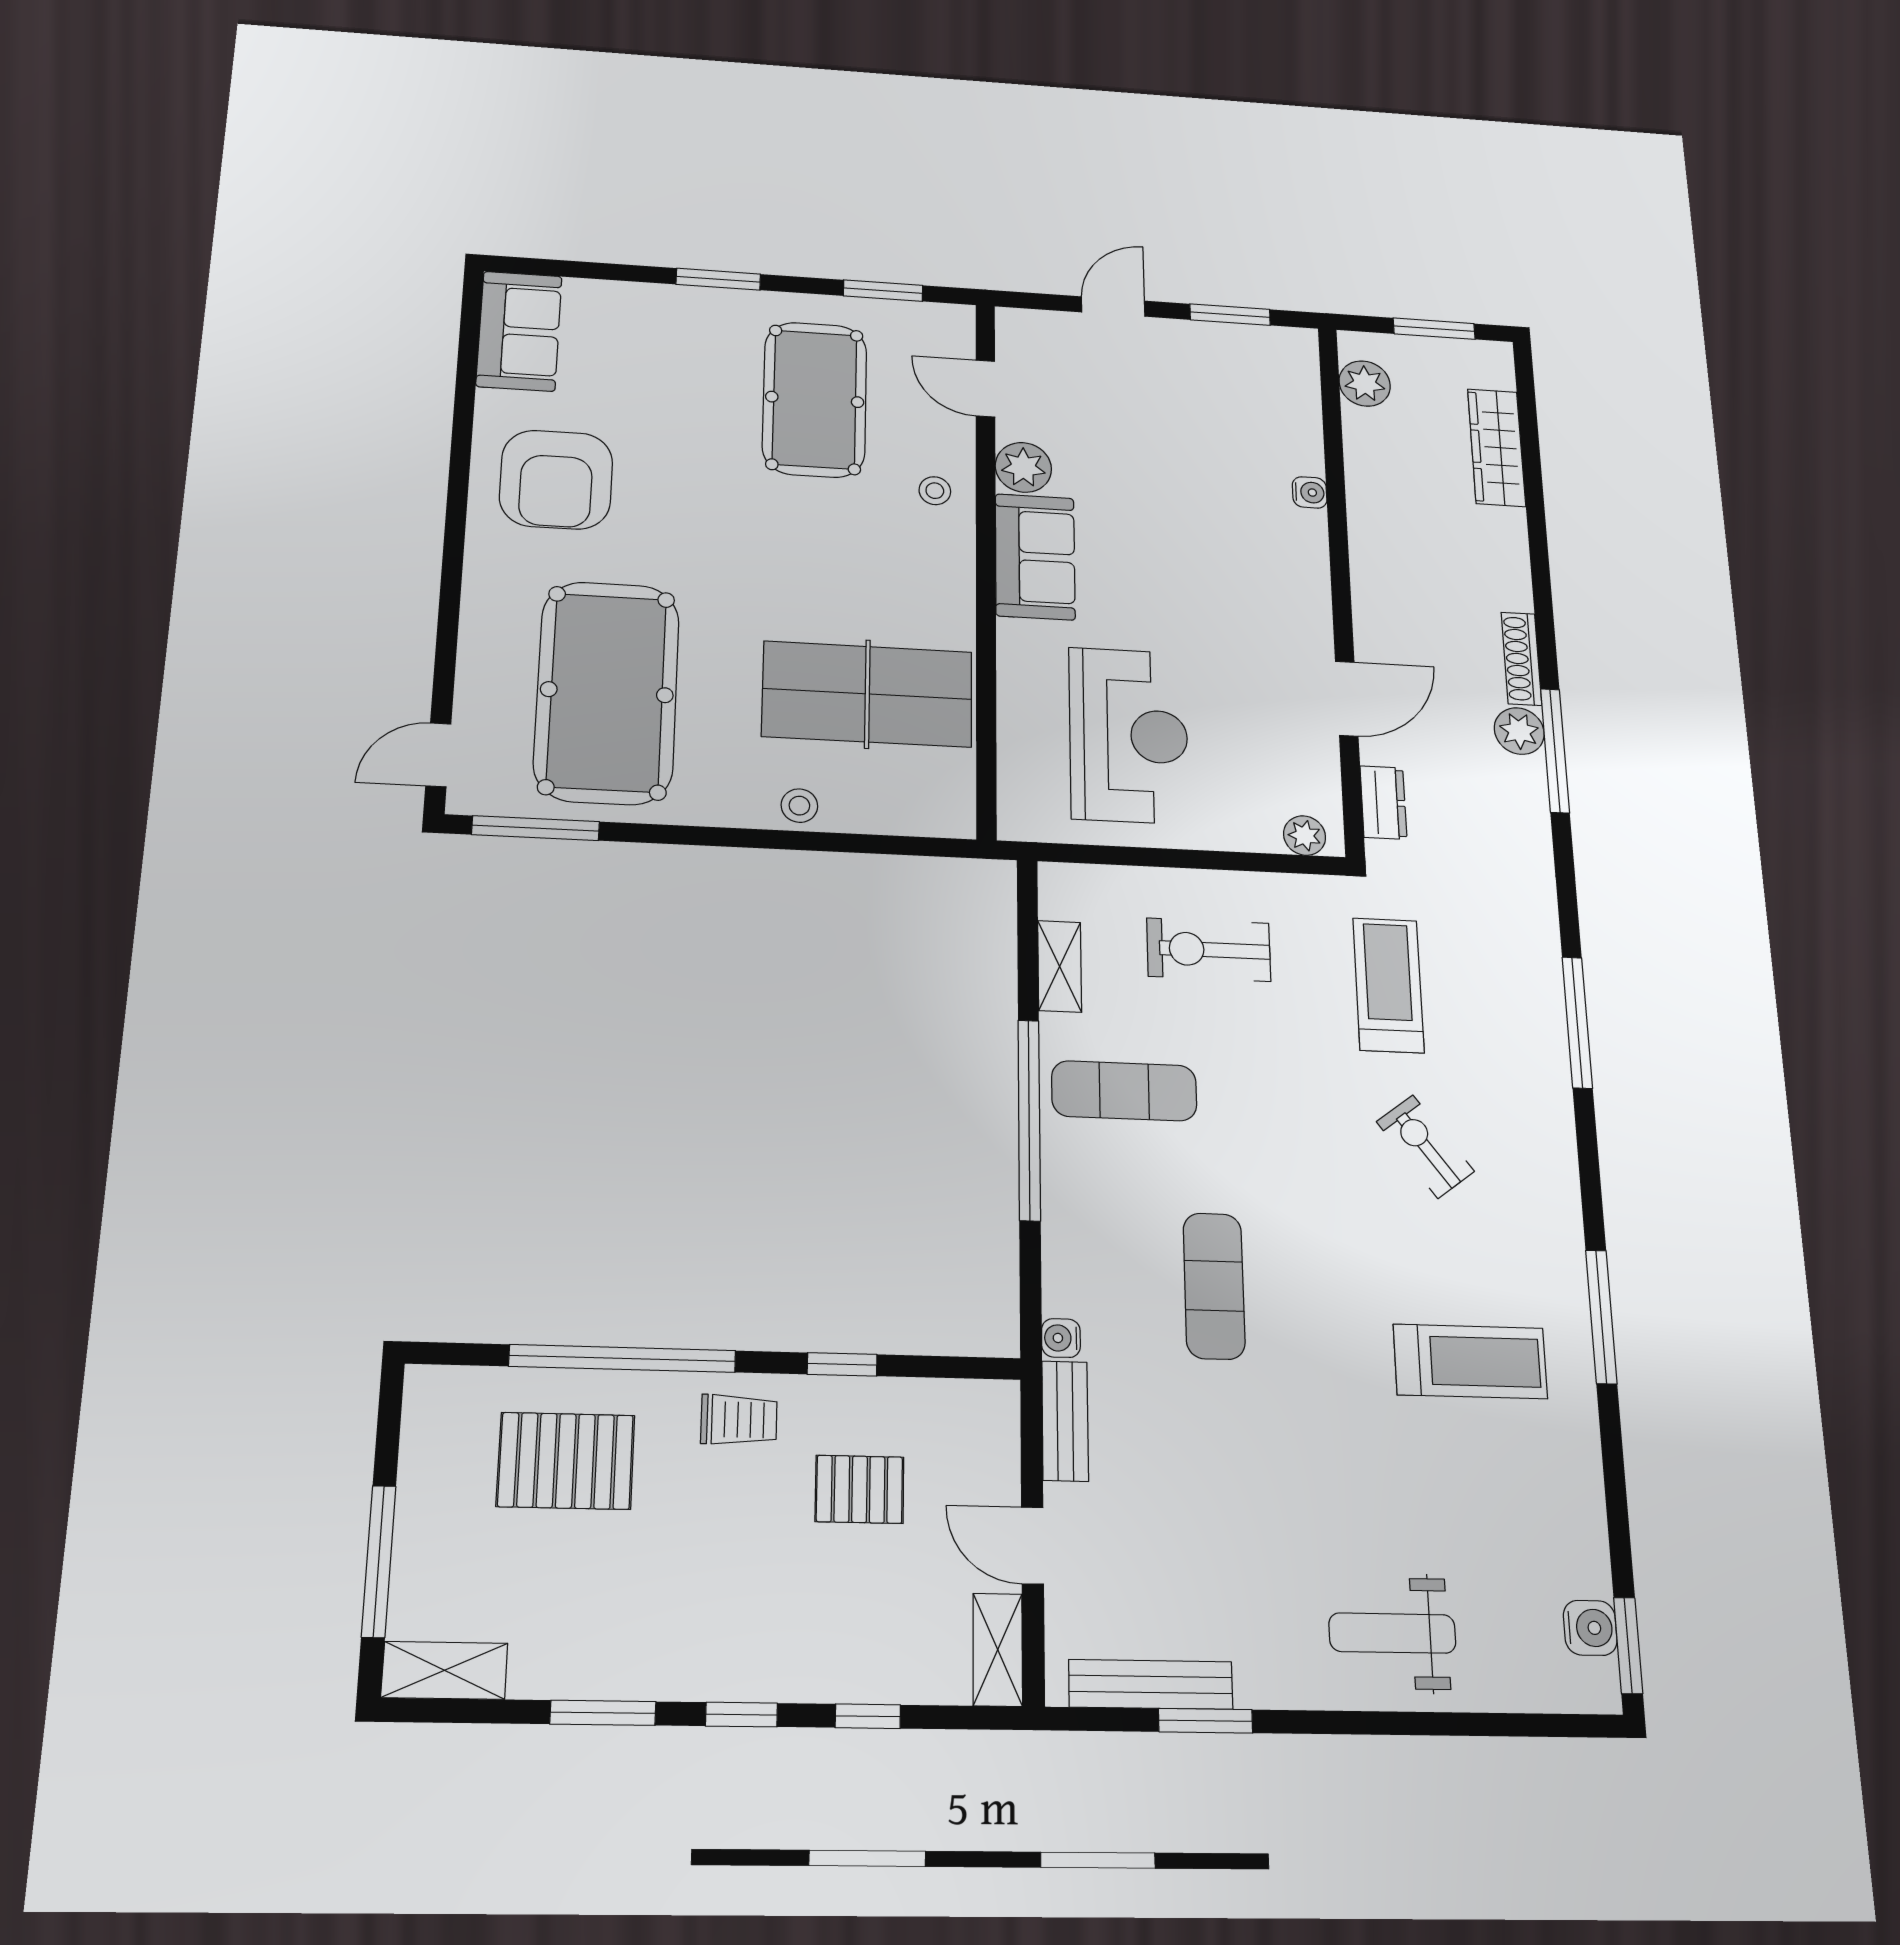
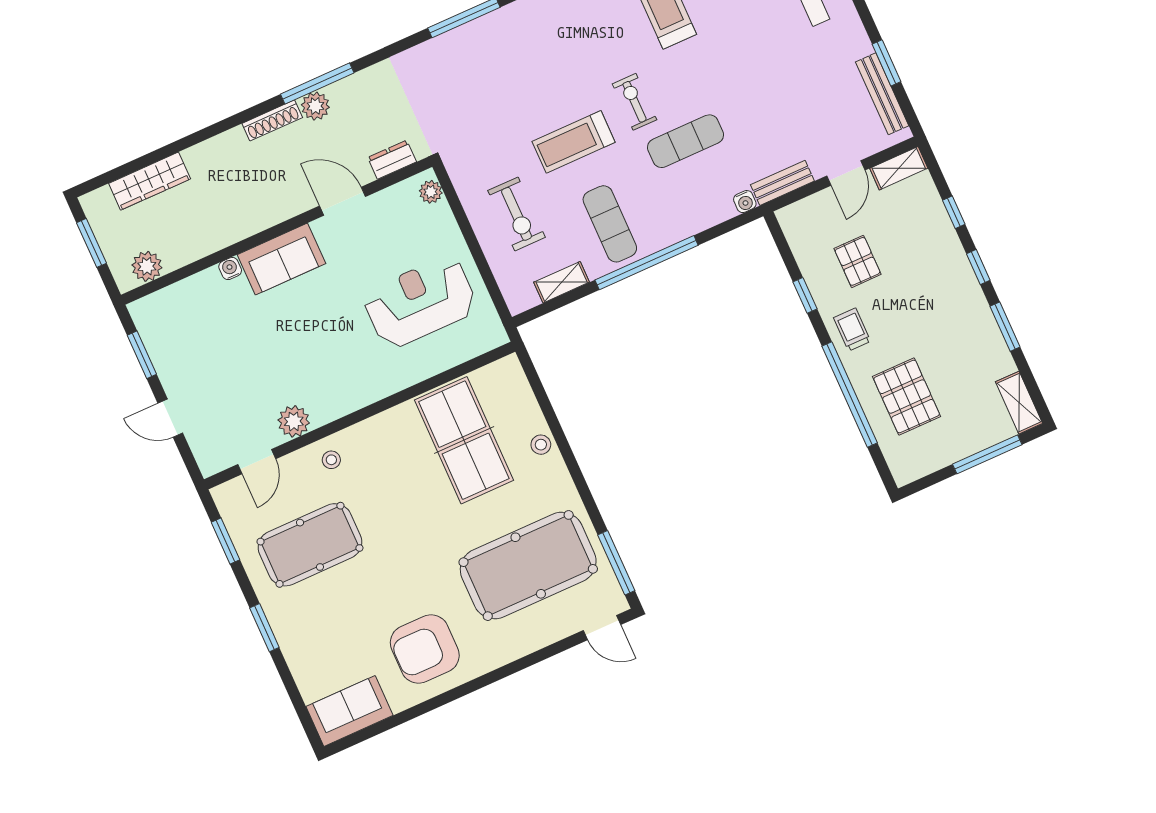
armchair: (556, 480) -> (425, 649), turned 180
sofa: (1035, 557) -> (281, 259), moved, turned 180
treadmill: (1388, 985) -> (574, 142), moved
exercise bike: (1425, 1146) -> (635, 102), moved, turned 127

